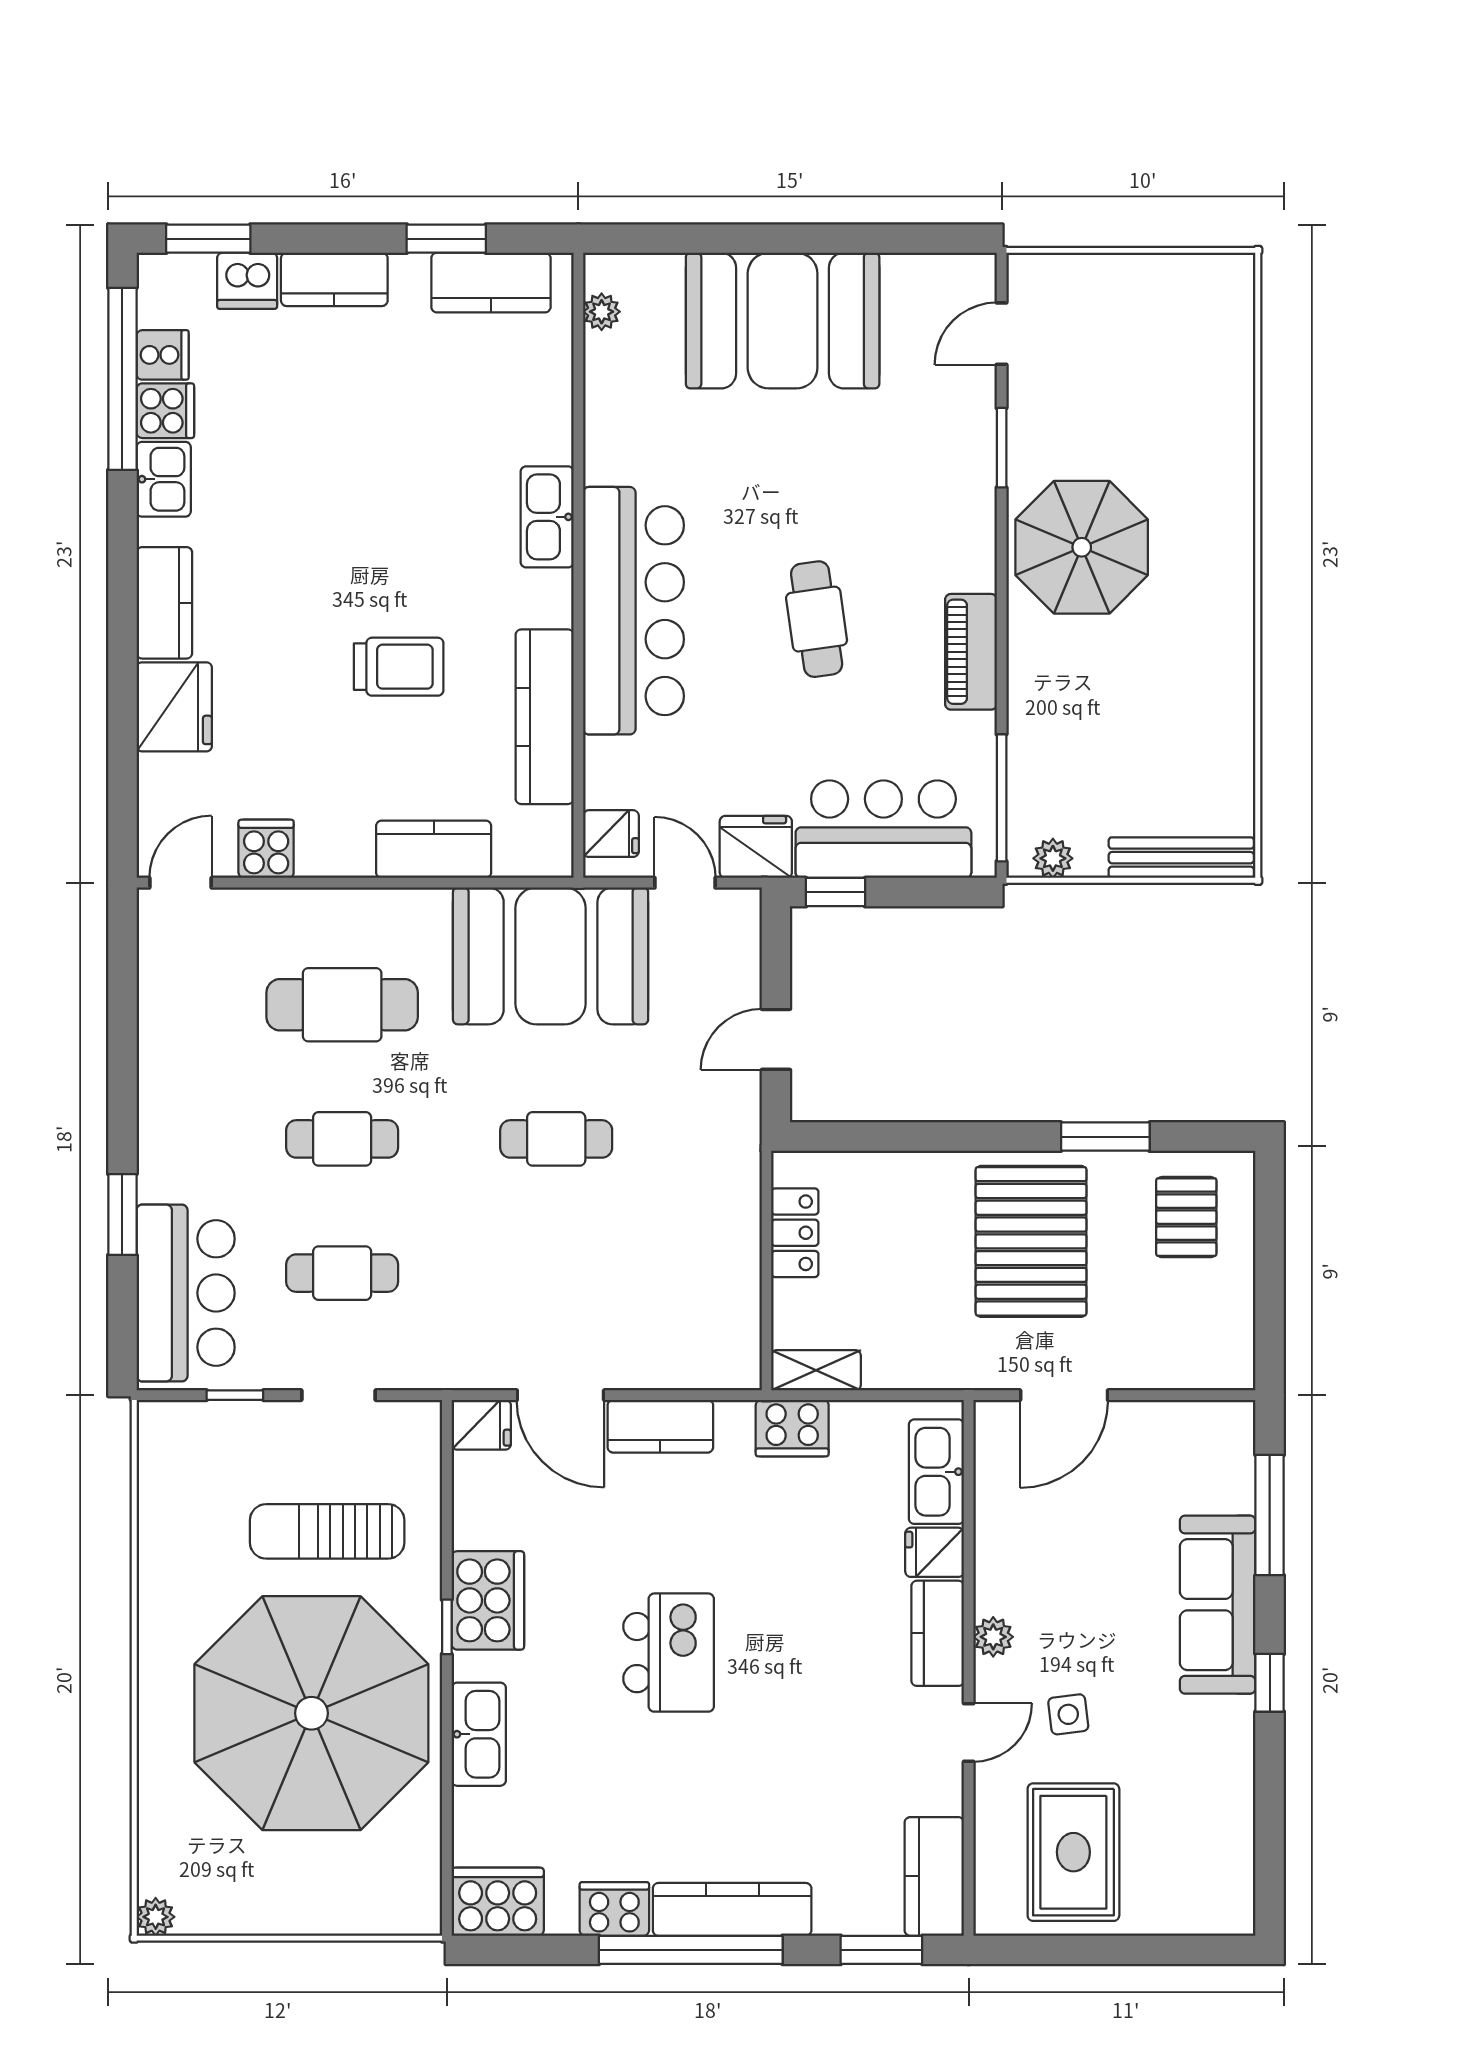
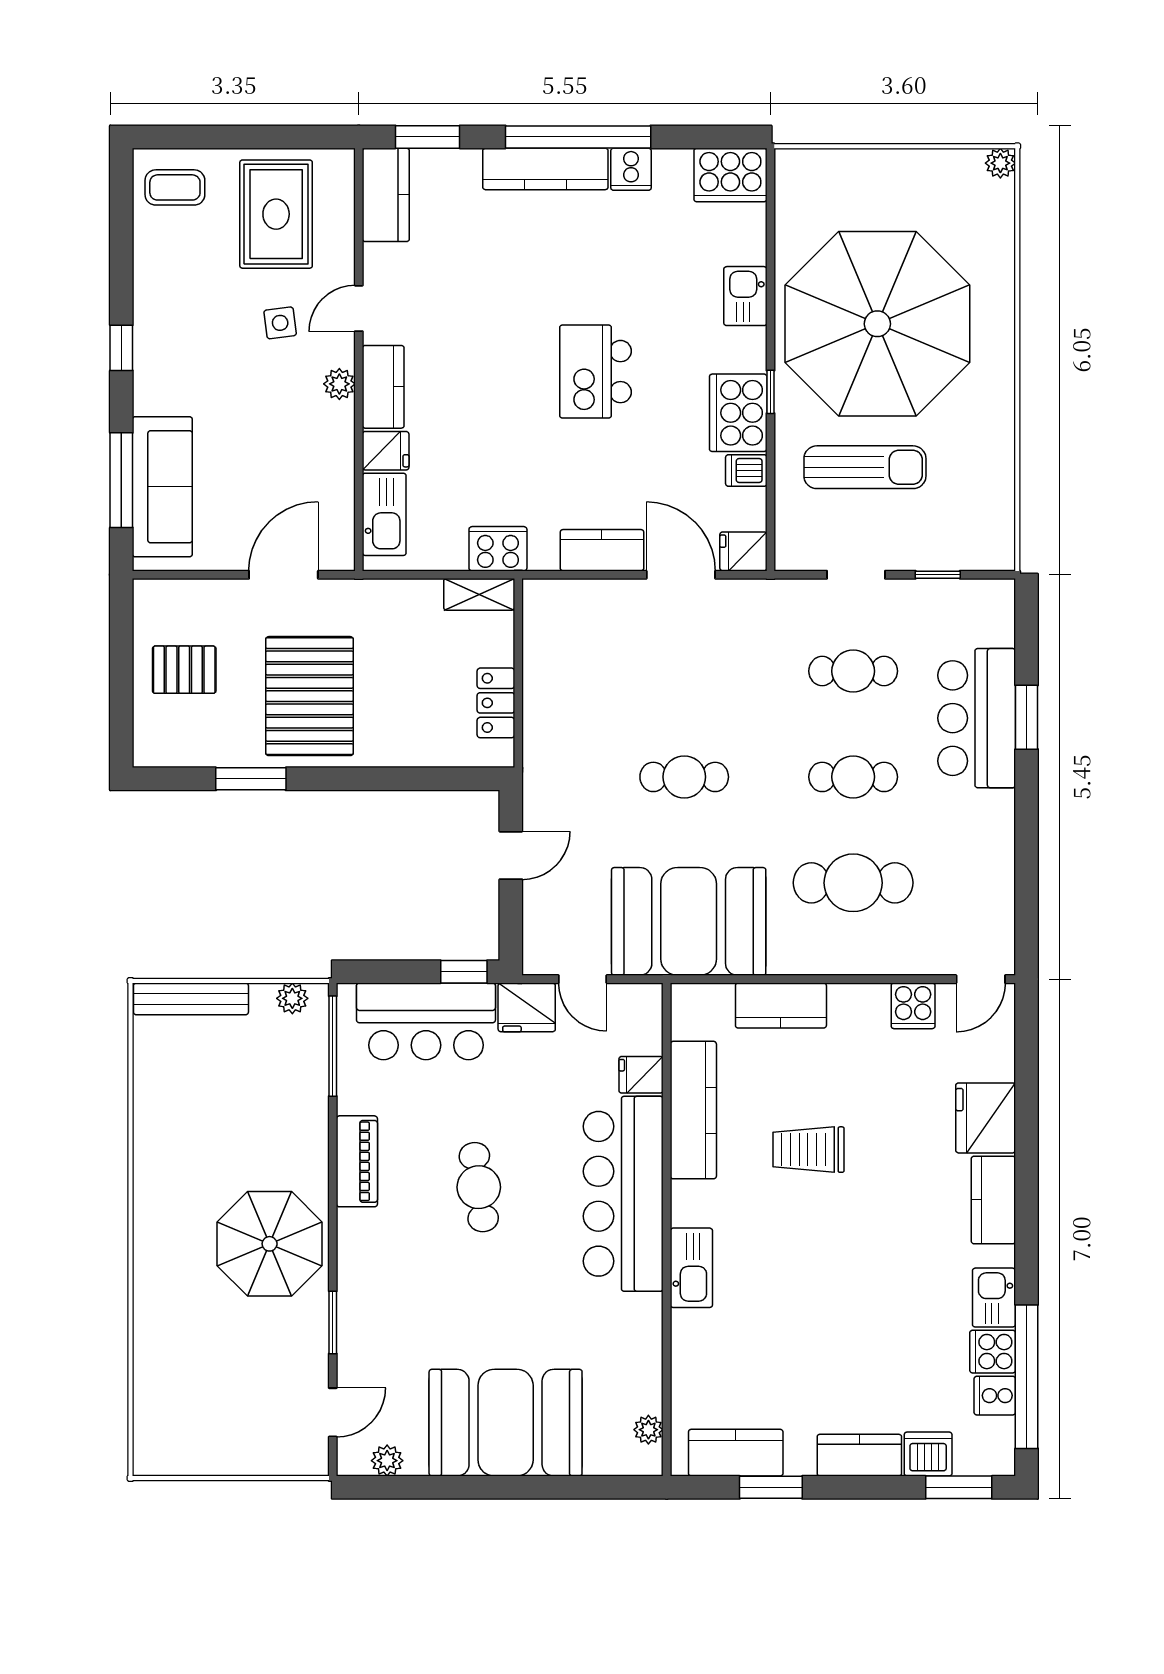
plant: (933, 273) -> (387, 1461), added
fridge: (611, 834) -> (641, 1075), moved
pallet: (1186, 1217) -> (184, 670), moved, turned 90
bar counter: (186, 1293) -> (977, 718), moved
dishwasher: (478, 1527) -> (746, 470), added
sofa: (1218, 1605) -> (162, 487), moved
kitchen sink: (479, 1734) -> (745, 296), width x0.73
coffee table: (1202, 1886) -> (175, 187), added
cooker: (614, 1909) -> (631, 169), width x0.73

